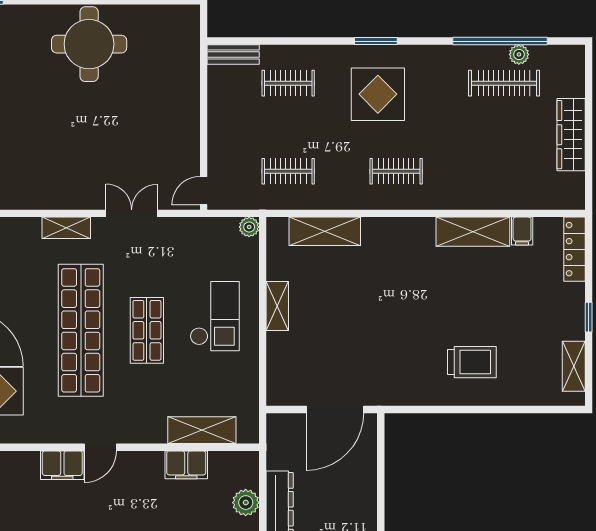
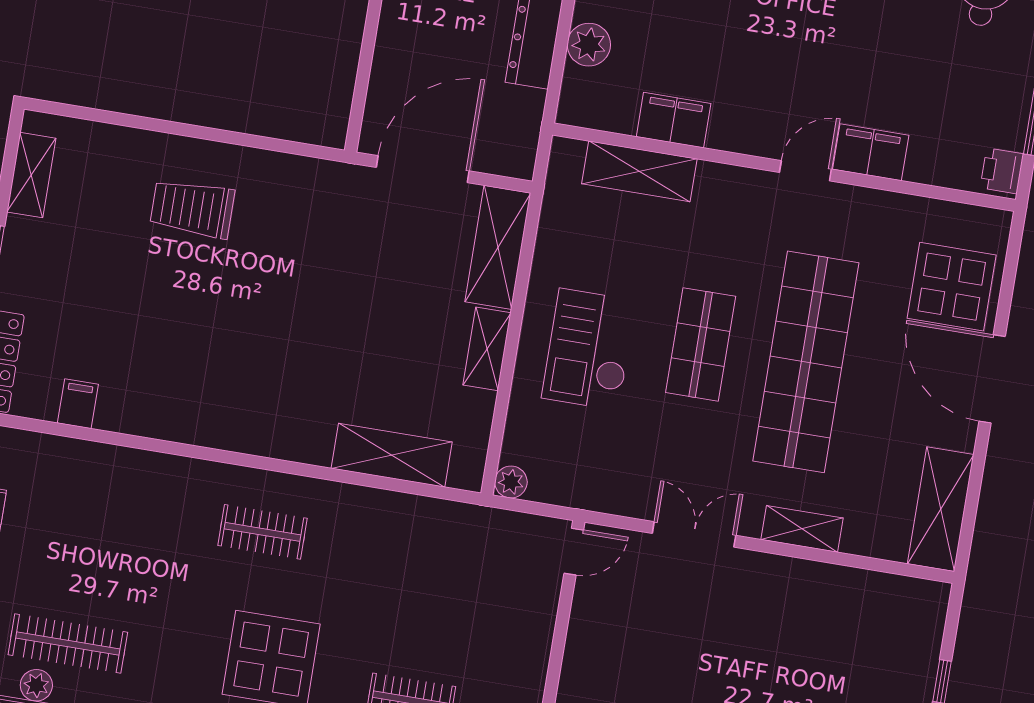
clothes rail: (288, 171) -> (434, 560), removed
double door: (132, 213) -> (694, 534), swing flipped
shelving: (473, 232) -> (498, 247), moved, turned 90

